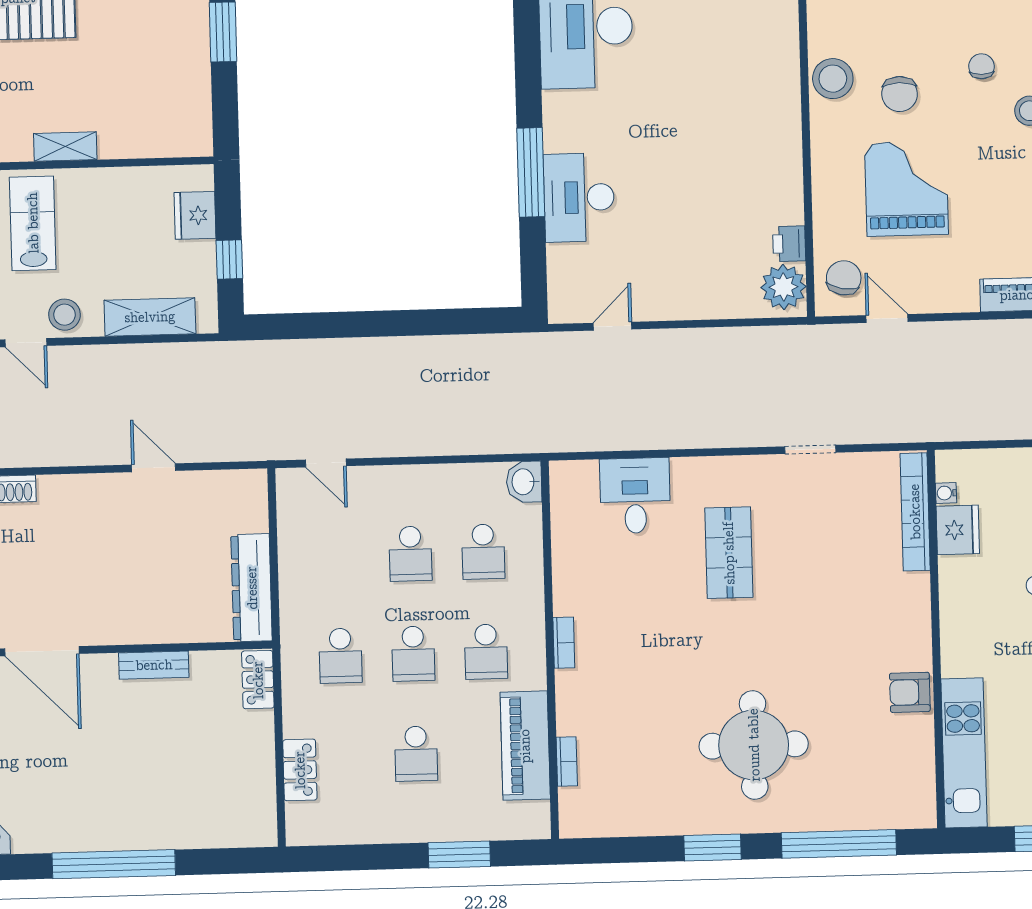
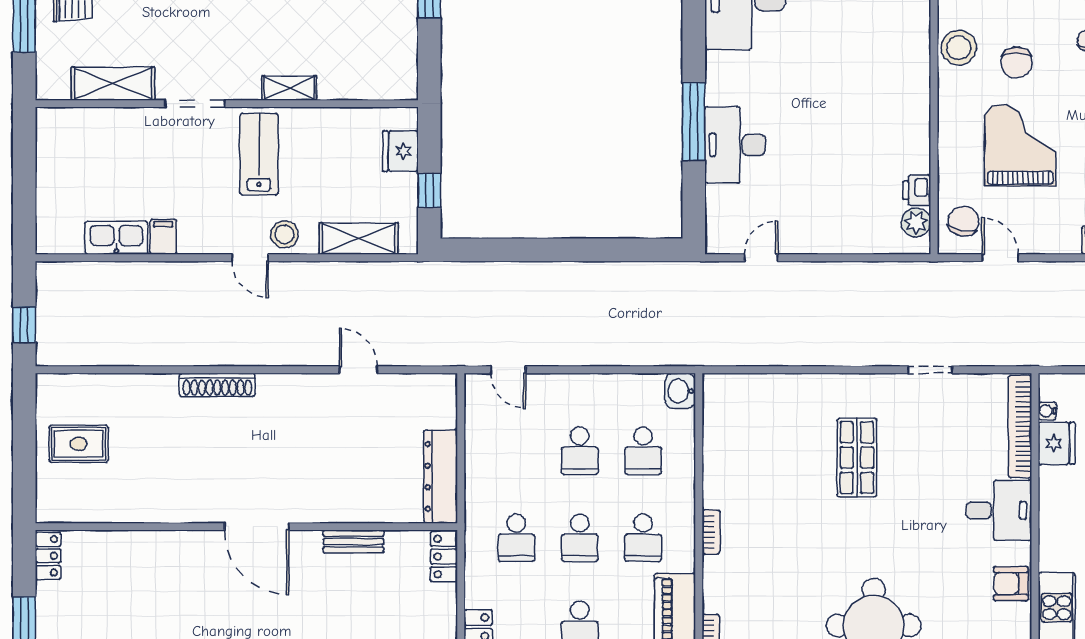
plant: (783, 287) -> (916, 222), width x0.73, depth x0.73
desk: (635, 496) -> (999, 510), moved, turned 90

